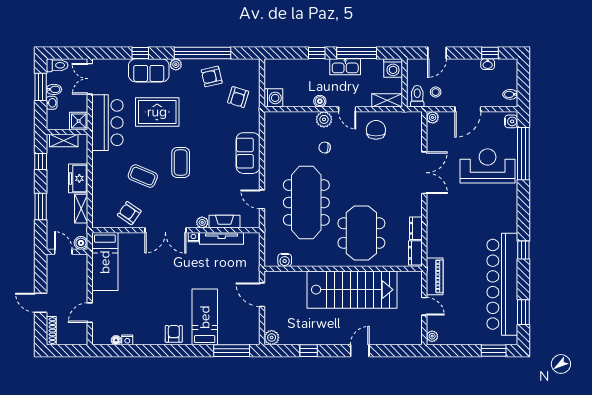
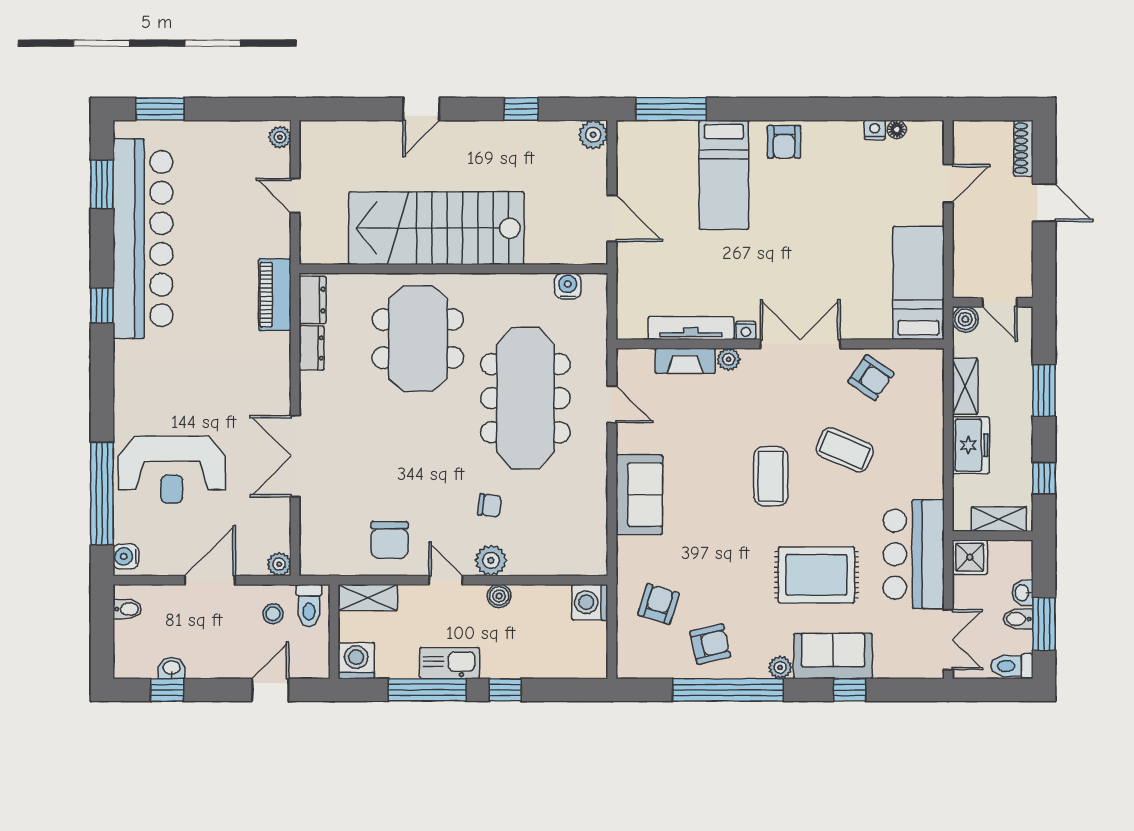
piano: (435, 276) -> (275, 295), moved

